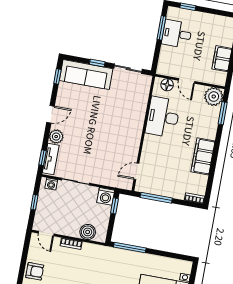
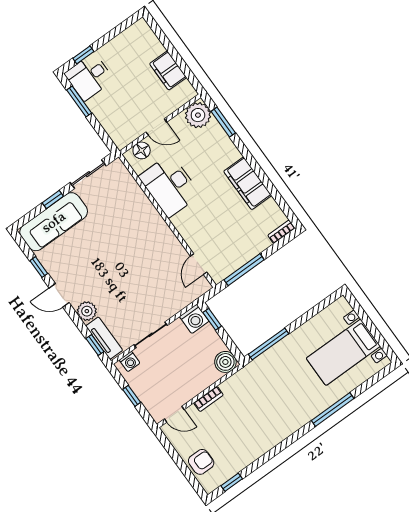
desk: (177, 34) -> (89, 77), moved
window: (57, 77) -> (39, 267), moved
door: (51, 114) -> (59, 295), swing flipped
boiler: (88, 232) -> (225, 362), moved

